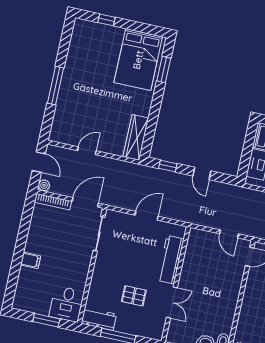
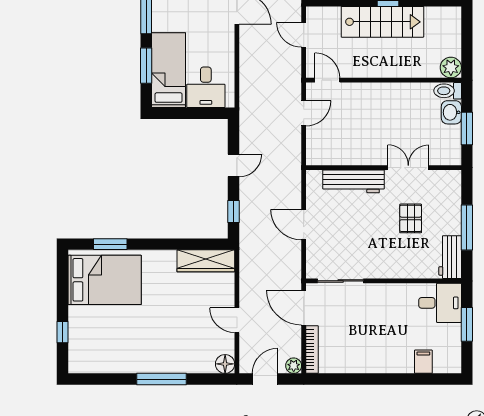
floor lamp: (56, 135) -> (225, 364), added
filing cabinet: (31, 260) -> (423, 362), moved

